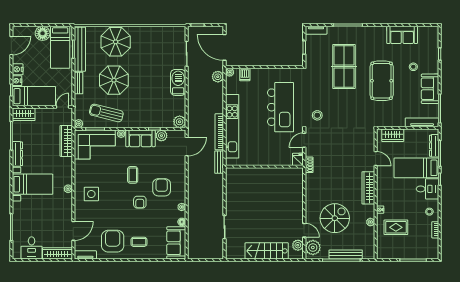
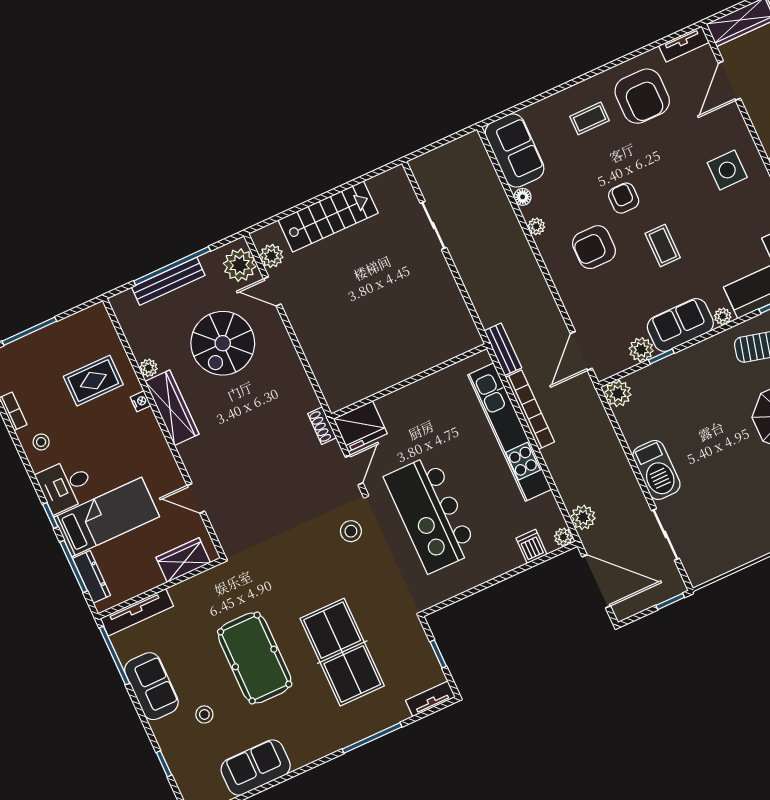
fridge: (298, 159) -> (360, 426), width x1.88, depth x1.34
armchair: (162, 187) -> (594, 247), turned 90
wardrobe: (368, 188) -> (172, 408), moved

